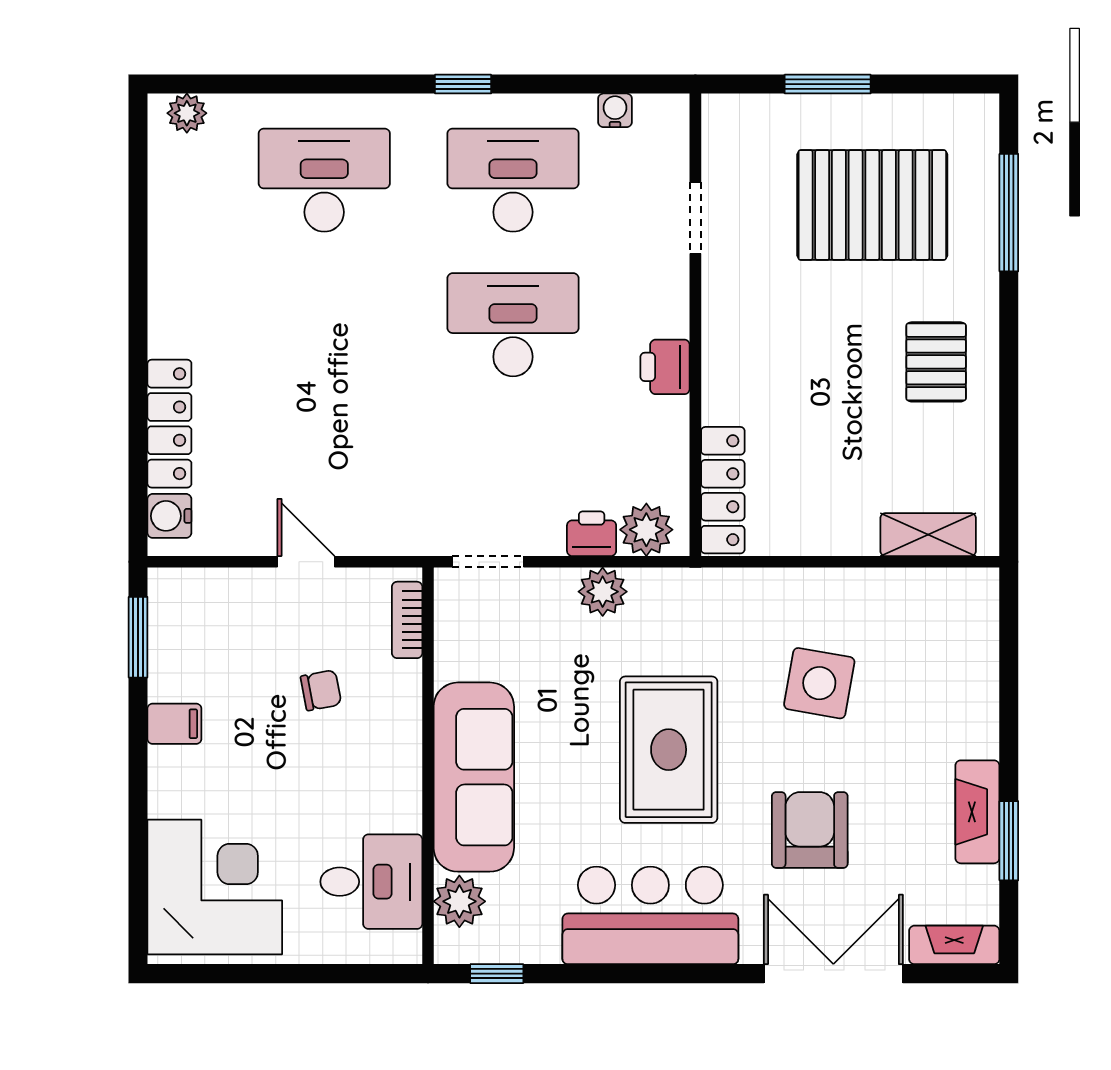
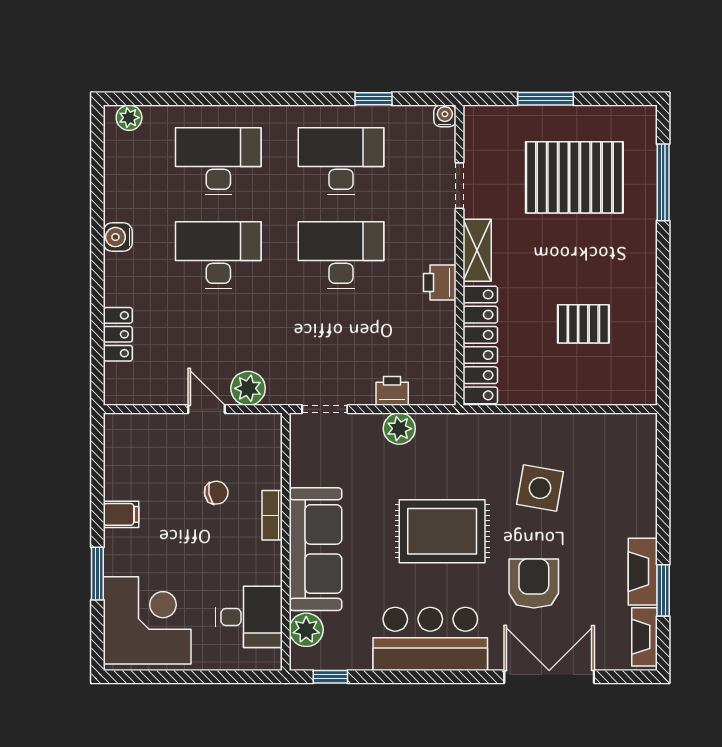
window: (463, 84) -> (374, 99), moved
water cooler: (615, 110) -> (445, 116), moved
desk: (324, 325) -> (218, 255), added
pallet: (936, 362) -> (583, 324), moved, turned 90
locker: (169, 424) -> (118, 334), width x0.66
locker: (723, 490) -> (480, 345), width x1.41, depth x1.21
water cooler: (169, 516) -> (118, 237), moved
plant: (646, 530) -> (248, 388), moved
shelving: (928, 535) -> (477, 250), moved, turned 90
bookcase: (407, 620) -> (272, 515), moved
window: (138, 637) -> (97, 574), moved
rug: (669, 750) -> (442, 531), turned 90
fireplace: (954, 945) -> (644, 637), moved, turned -90

